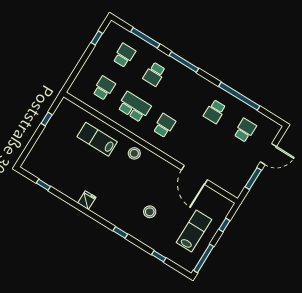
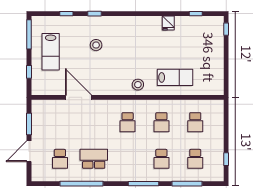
school desk: (154, 74) -> (161, 159), turned 180
school desk: (134, 107) -> (161, 122), width x0.54
school desk: (215, 112) -> (94, 159), width x1.85
window: (47, 119) -> (226, 29), moved
fridge: (87, 200) -> (168, 23), moved
window: (120, 232) -> (95, 14), moved

